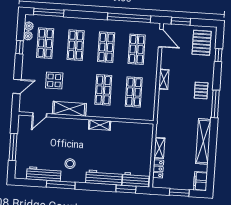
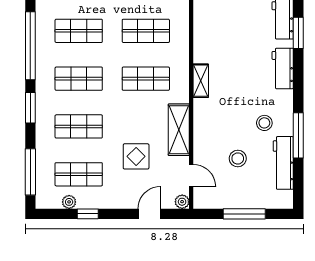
window: (90, 15) -> (30, 108), added
plant: (29, 26) -> (182, 202), moved
door: (17, 86) -> (149, 214), hinge flipped
stool: (49, 145) -> (238, 158), added
workbench: (104, 178) -> (283, 68), width x0.73

